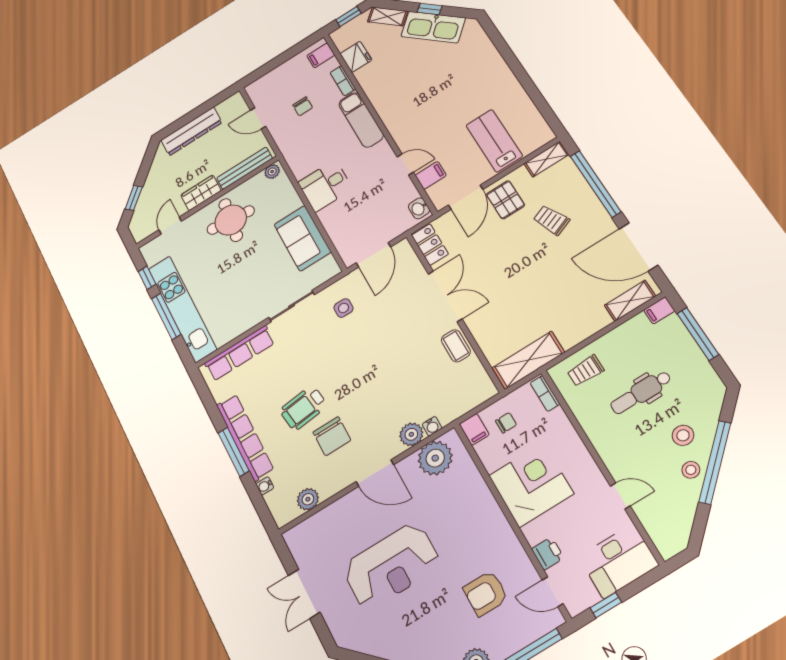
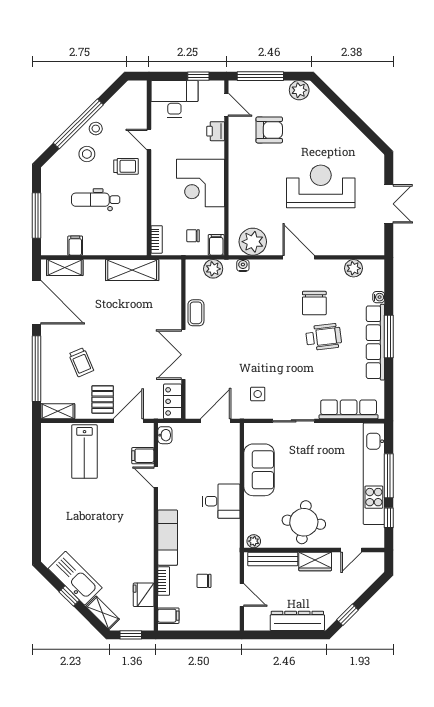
chair: (303, 106) -> (204, 581), turned -90
window: (134, 198) -> (348, 615), moved
filing cabinet: (659, 310) -> (75, 246), moved, turned -90
shelving: (528, 360) -> (132, 270), moved
trolley: (586, 371) -> (126, 166), moved
dental chair: (641, 392) -> (96, 200), turned 180
plant: (411, 434) -> (213, 269), moved
chair: (332, 436) -> (314, 303), turned 180

